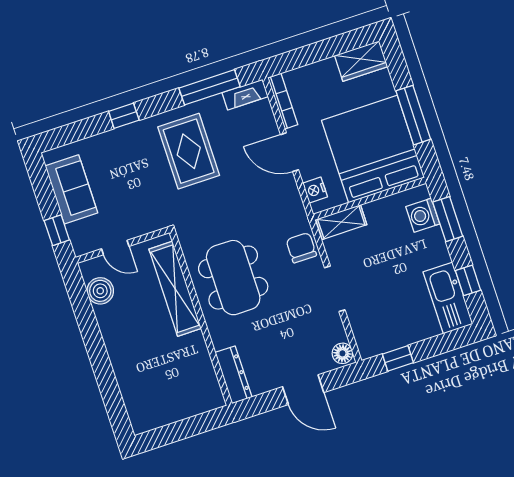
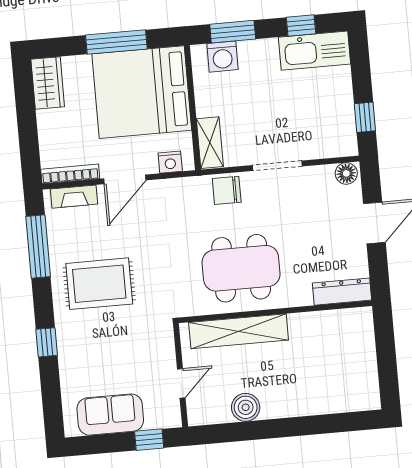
fireplace: (245, 95) -> (74, 197), moved, turned 90
boiler: (100, 291) -> (246, 407), moved

